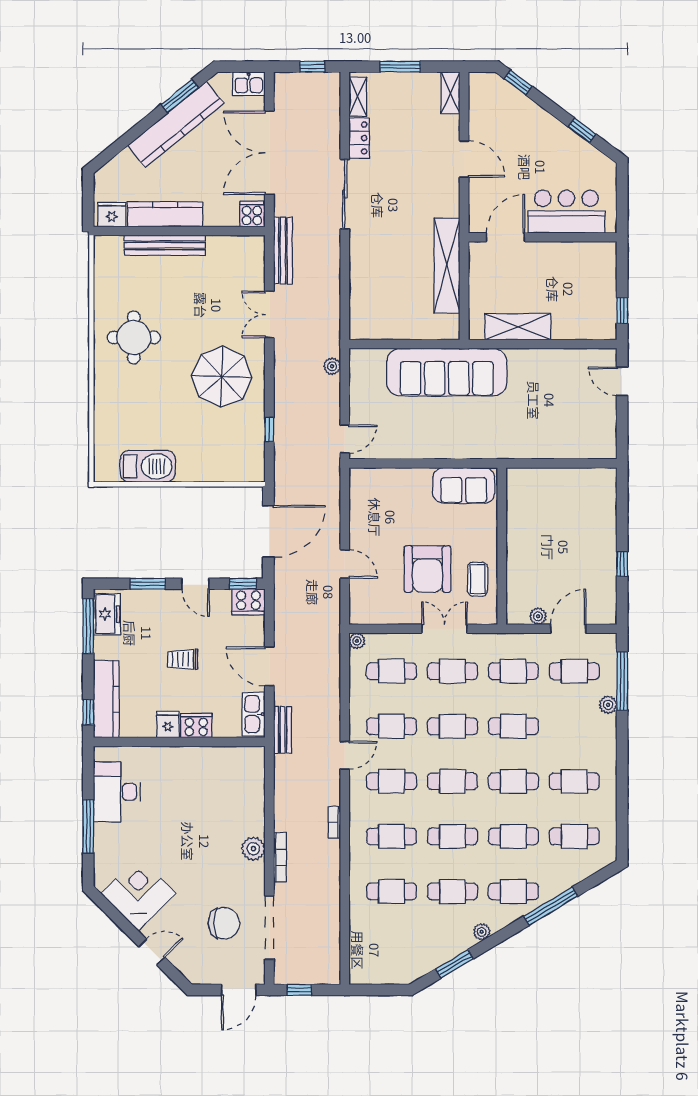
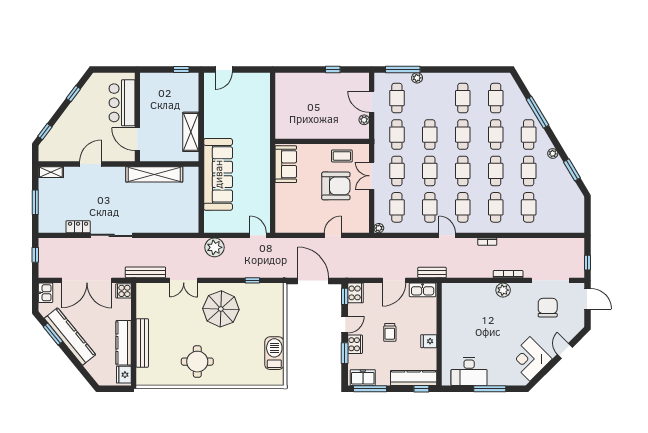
shelving: (358, 97) -> (53, 228), removed
plant: (332, 366) -> (214, 247), width x1.87, depth x1.87
cooker: (196, 726) -> (355, 344), moved, turned 180

